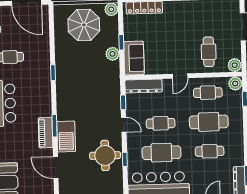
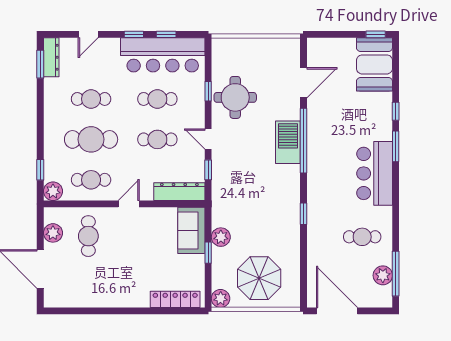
plant: (235, 65) -> (53, 233), moved
window: (55, 126) -> (304, 141), width x2.11
piano: (46, 133) -> (316, 131), removed
barbecue: (66, 136) -> (288, 142), moved
cafe table: (161, 153) -> (157, 99), width x0.73, depth x0.74
door: (56, 168) -> (304, 83), hinge flipped

